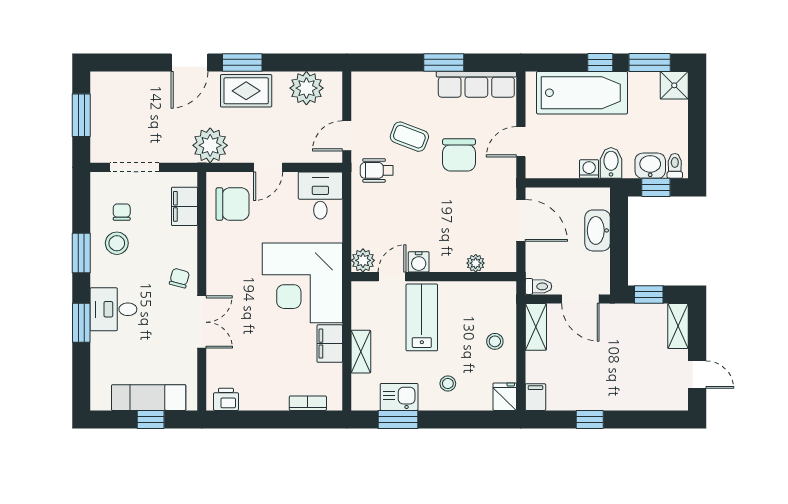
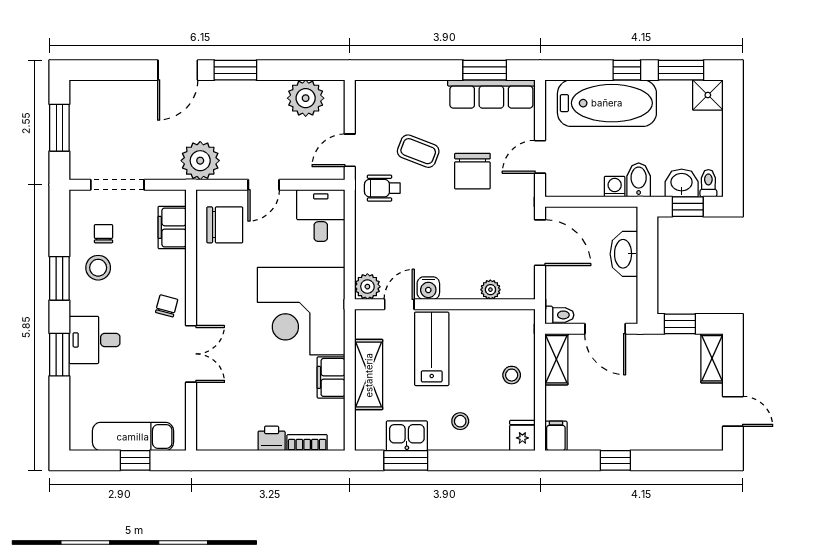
window: (444, 62) -> (485, 70), moved
rug: (246, 91) -> (240, 101), removed
shelving: (361, 352) -> (369, 375), width x1.50, depth x1.33
printer: (226, 399) -> (272, 438), moved

